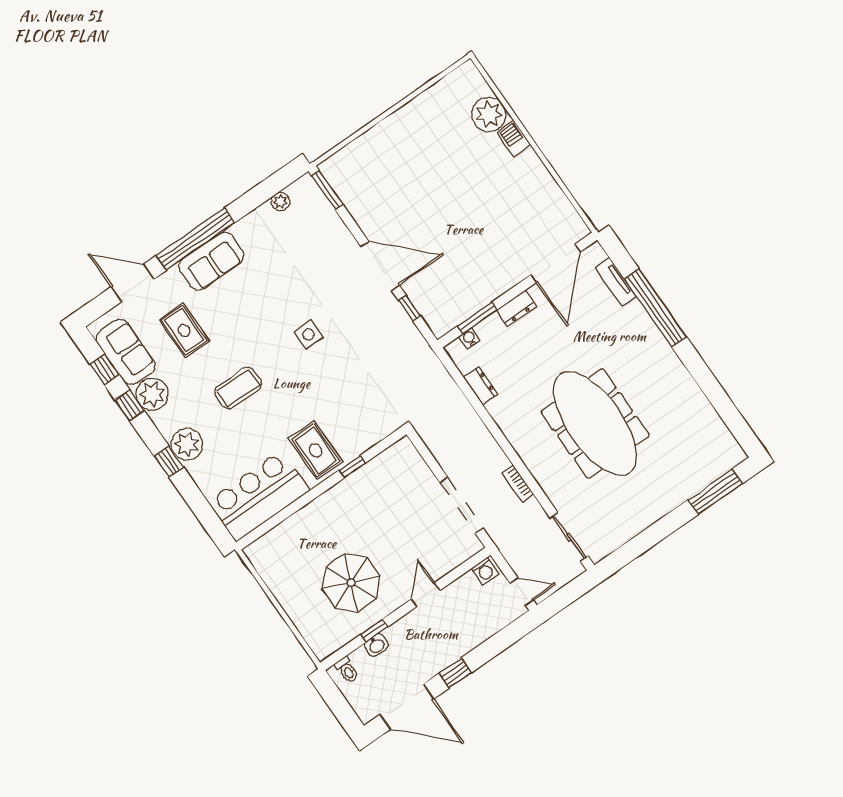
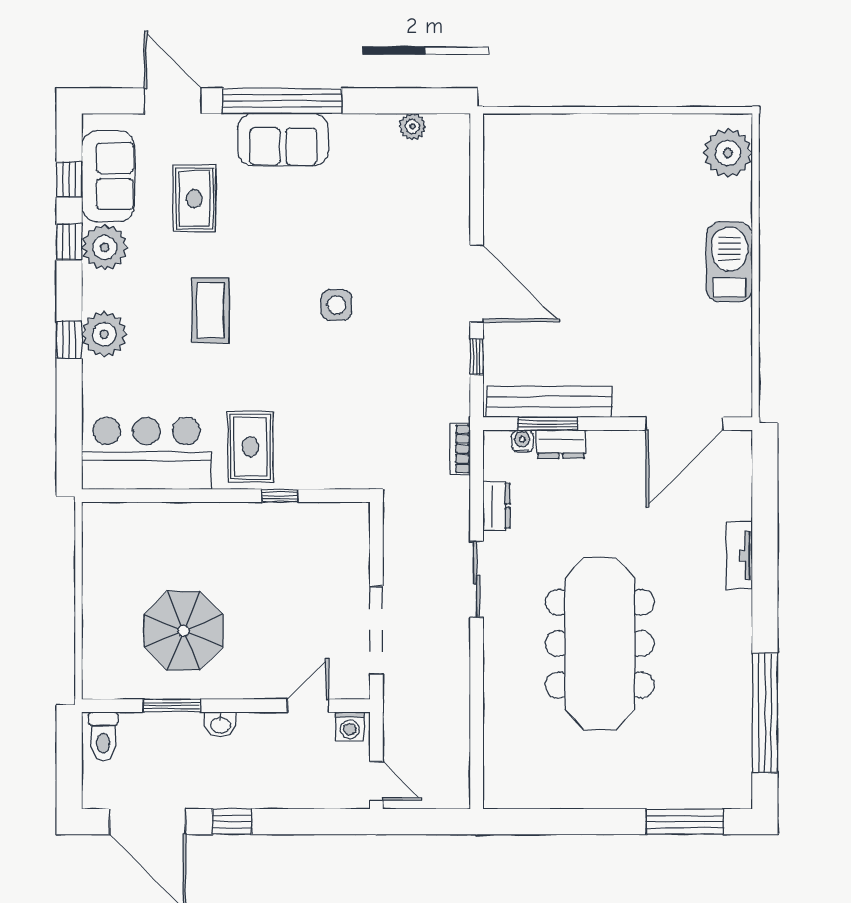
plant: (489, 114) -> (728, 153), moved
barbecue: (514, 138) -> (729, 262), width x1.88, depth x1.53
window: (327, 190) -> (477, 151), removed
tv unit: (616, 282) -> (740, 555), moved
bench: (469, 305) -> (549, 402), added
dresser: (516, 308) -> (561, 444), moved
window: (655, 308) -> (765, 713), moved
coffee table: (238, 388) -> (210, 310), turned 90
bookcase: (518, 483) -> (460, 449), moved
sliding door: (569, 537) -> (477, 579), moved
door: (425, 595) -> (308, 706), moved
window: (374, 631) -> (172, 706), width x1.50
washbasin: (376, 645) -> (220, 724), moved
toilet: (347, 670) -> (103, 736), width x1.37, depth x1.39

